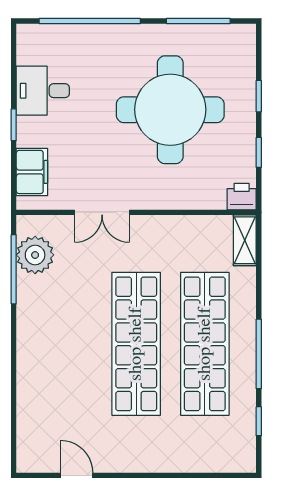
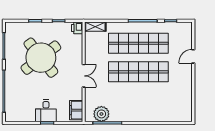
desk: (43, 91) -> (46, 111), moved
round table: (170, 110) -> (41, 58), turned -38
filing cabinet: (32, 172) -> (76, 110), moved, turned -90
double door: (102, 212) -> (84, 76), moved
door: (77, 475) -> (193, 56), moved

